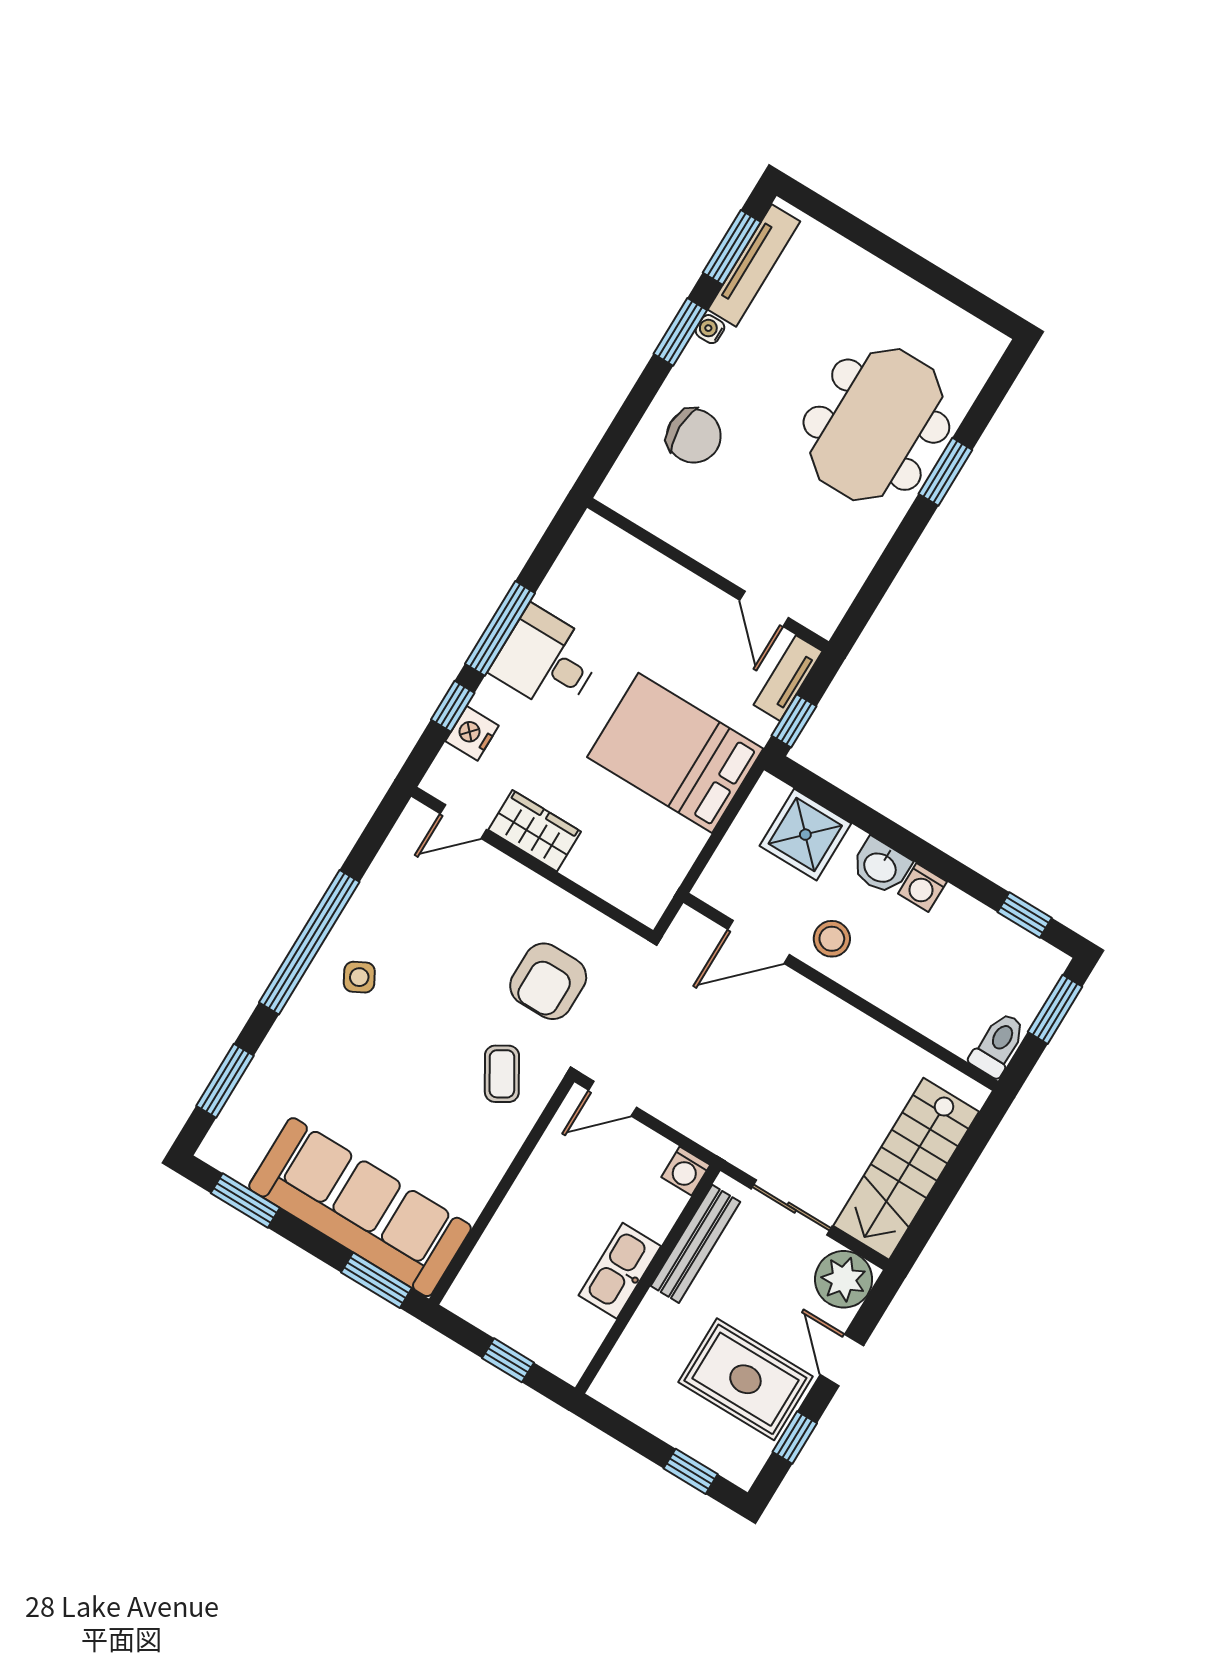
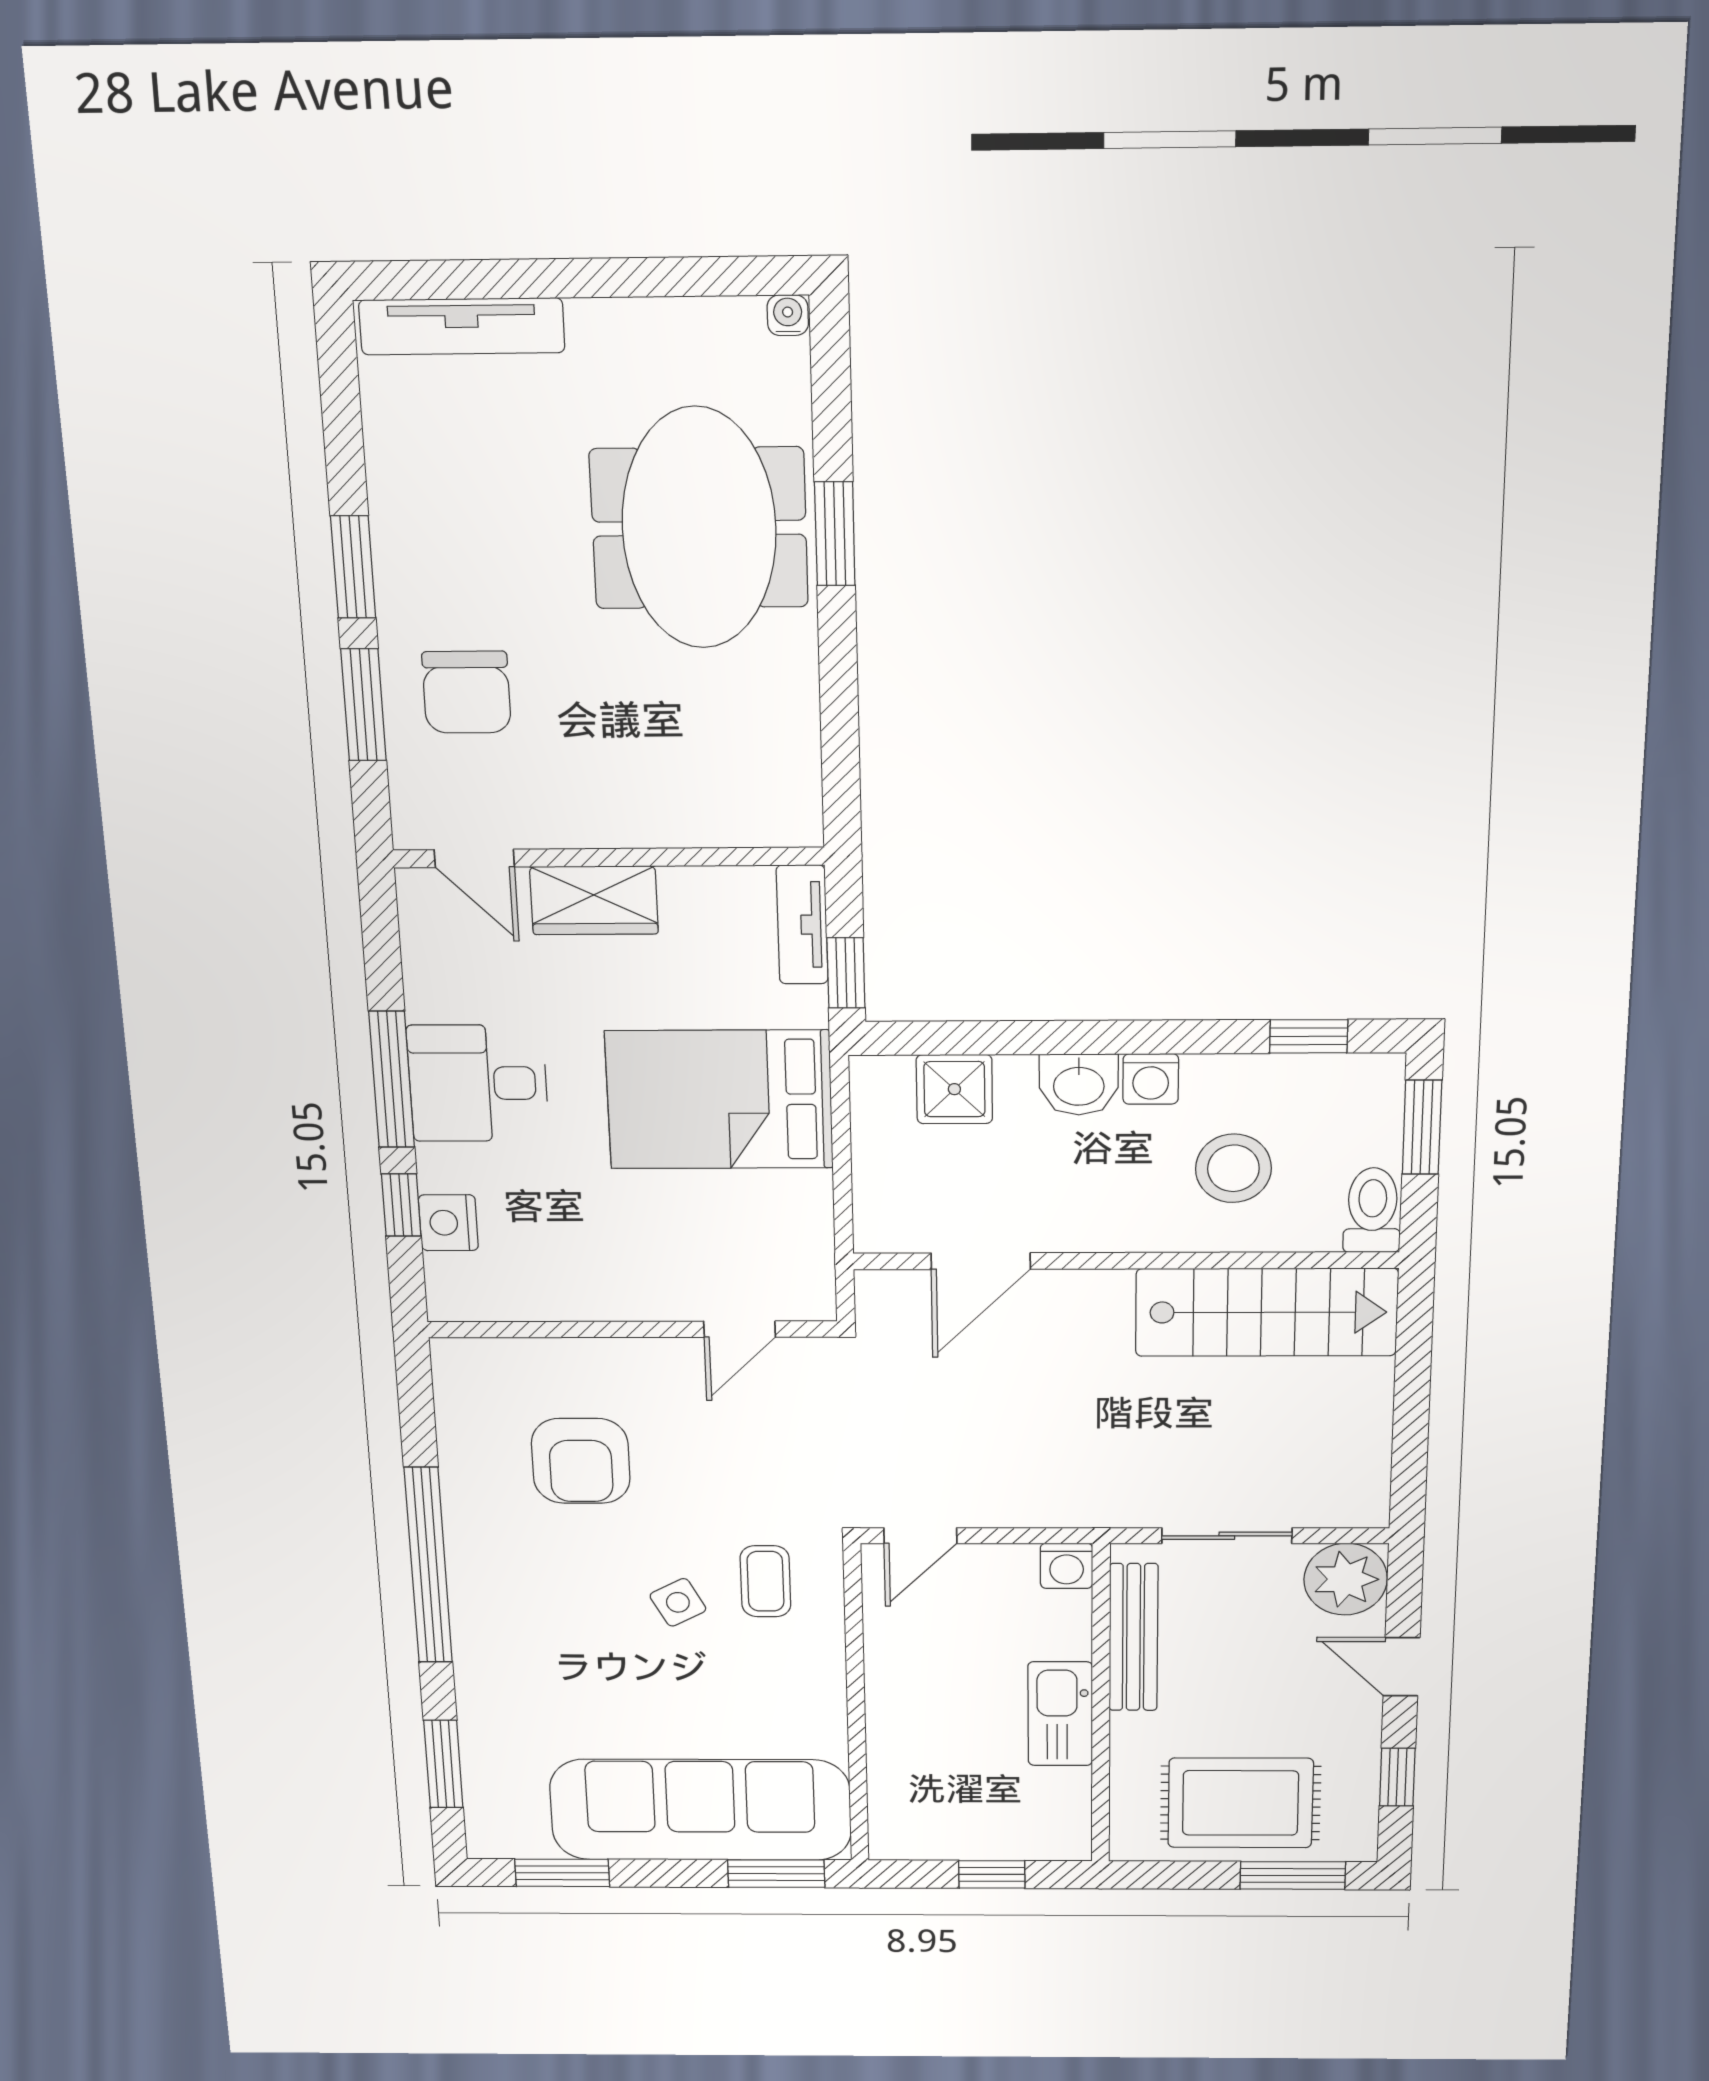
window: (732, 247) -> (364, 705), moved
tv unit: (754, 266) -> (462, 326), moved, turned 90
water cooler: (710, 329) -> (788, 315), moved, turned 90
chair: (694, 436) -> (467, 692), turned 90
door: (764, 609) -> (474, 858), moved
door: (463, 822) -> (740, 1329), moved
wardrobe: (535, 831) -> (594, 900), moved, turned 180
shower: (805, 835) -> (954, 1089), width x0.73, depth x0.73
stool: (832, 939) -> (1233, 1168), moved, width x1.38, depth x1.38
side table: (359, 977) -> (678, 1602), moved
armchair: (548, 981) -> (581, 1461), moved
coffee table: (502, 1074) -> (765, 1581), turned 31
stairs: (906, 1169) -> (1266, 1312), moved, turned -90
rug: (745, 1379) -> (1240, 1803), moved
window: (691, 1471) -> (1293, 1875), width x1.50

